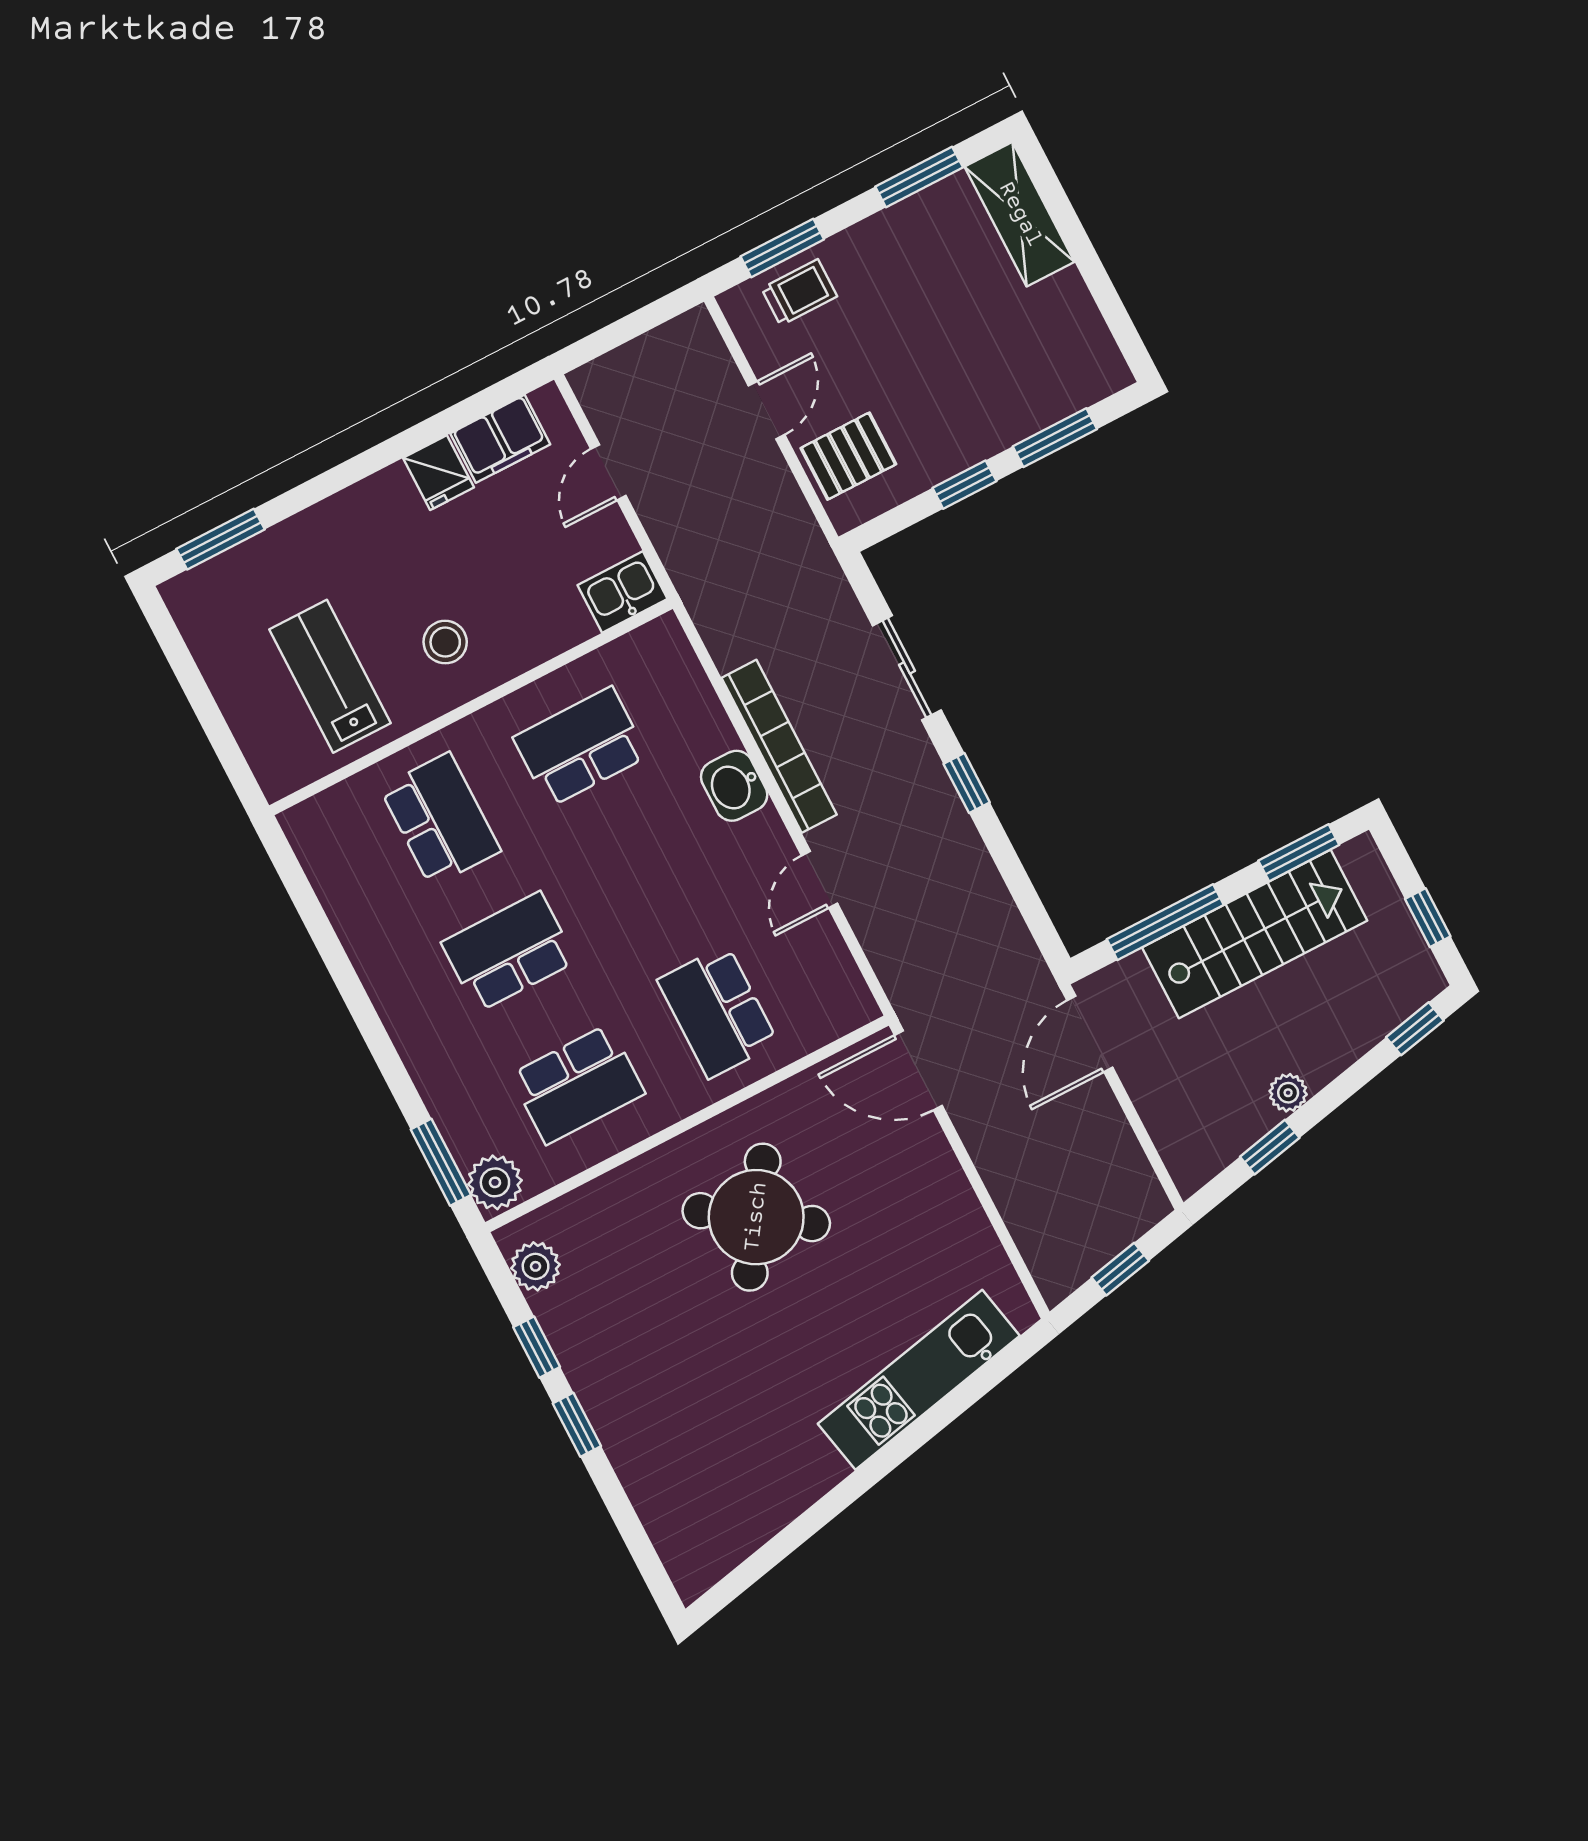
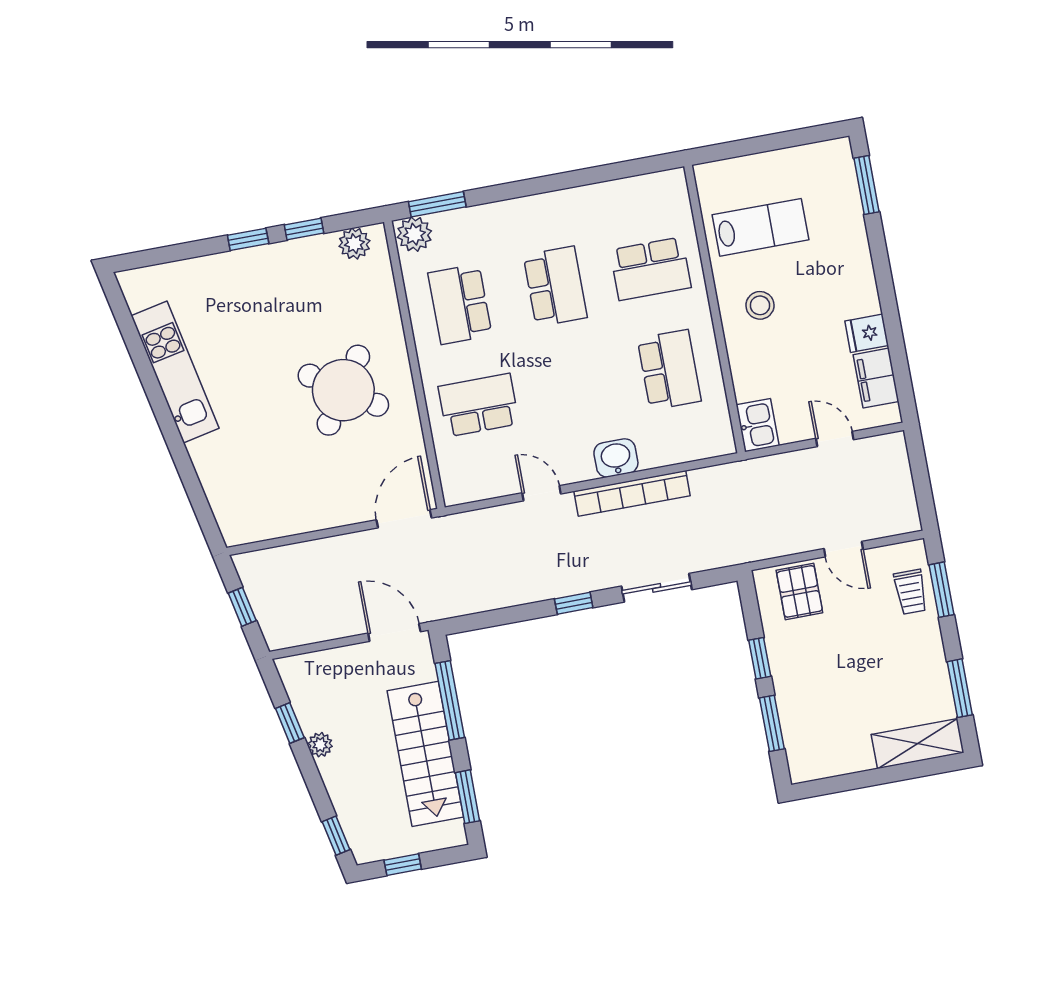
kitchen unit: (919, 1380) -> (175, 372), moved

